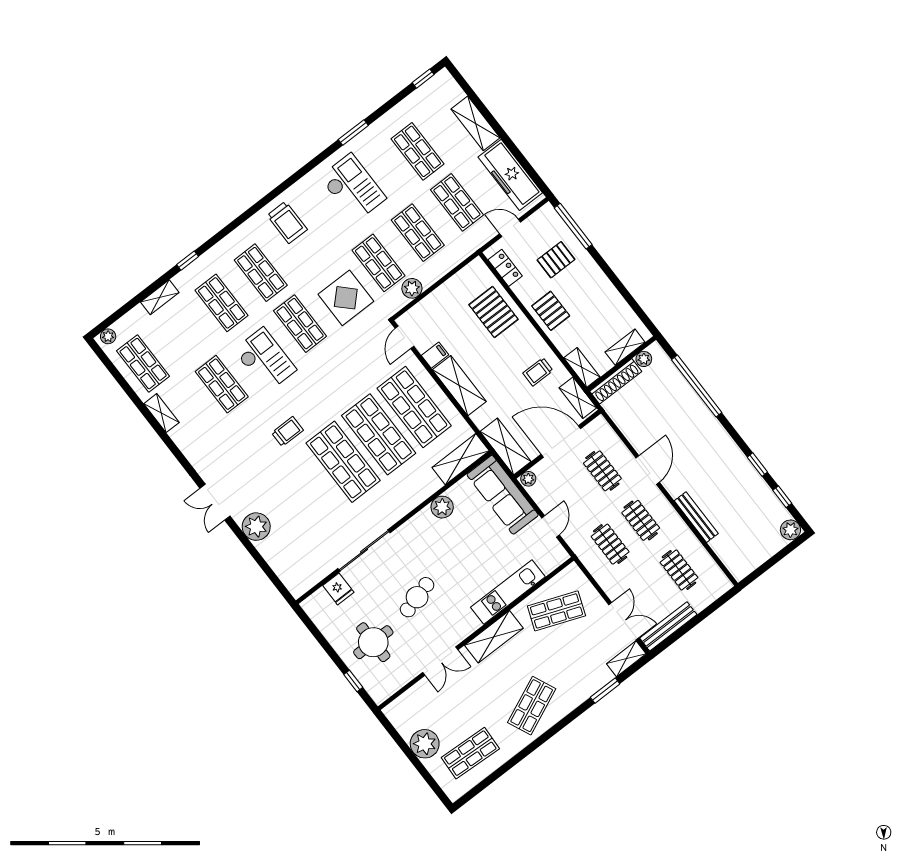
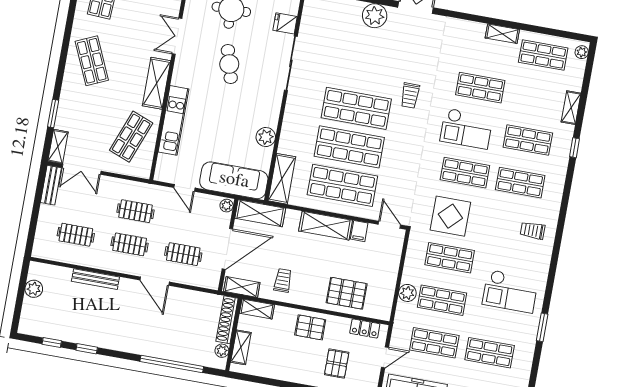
trolley: (287, 222) -> (532, 230), width x0.73, depth x0.72
plant: (412, 288) -> (407, 293), moved
plant: (790, 530) -> (34, 289), moved
bench: (668, 626) -> (51, 185), width x0.73

